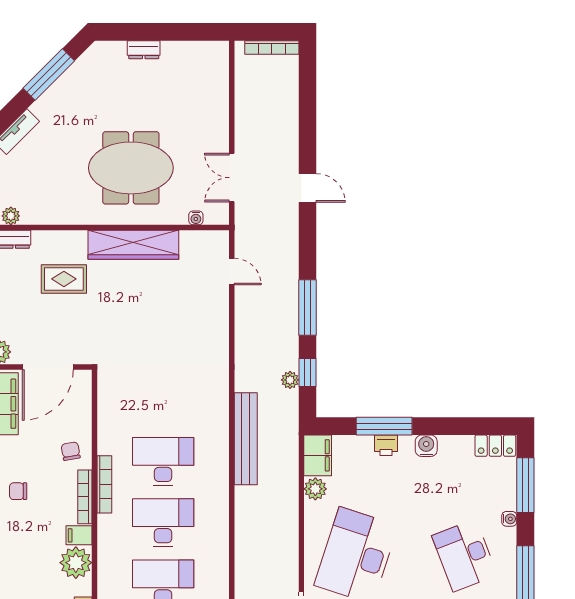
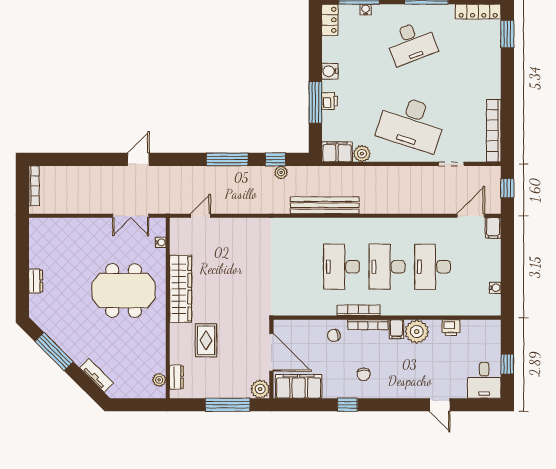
meeting table: (131, 168) -> (124, 291), turned 90
water cooler: (509, 519) -> (366, 10), moved

